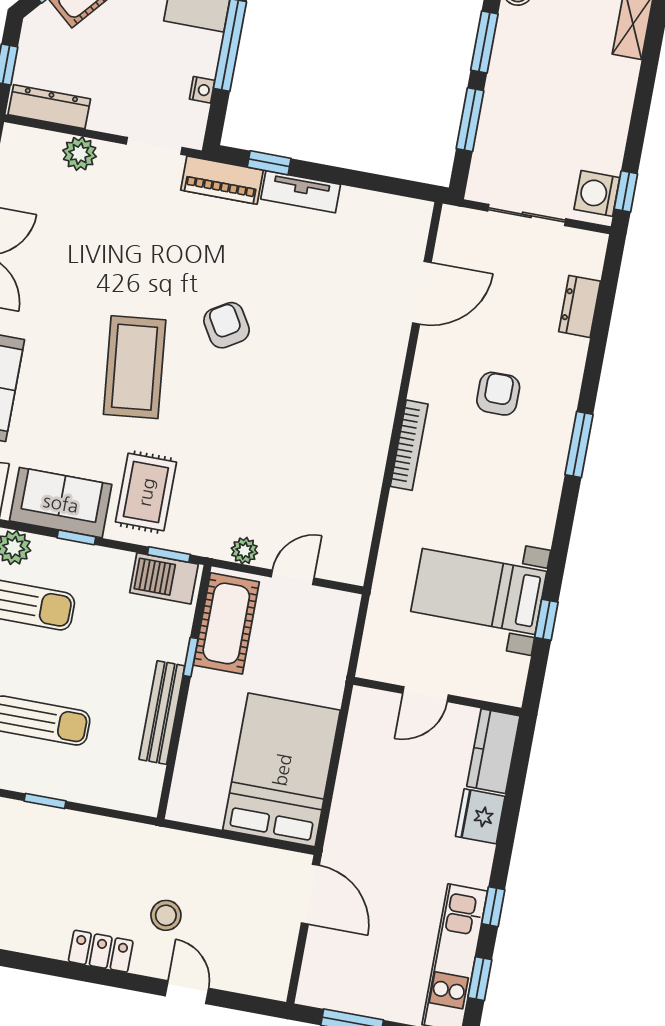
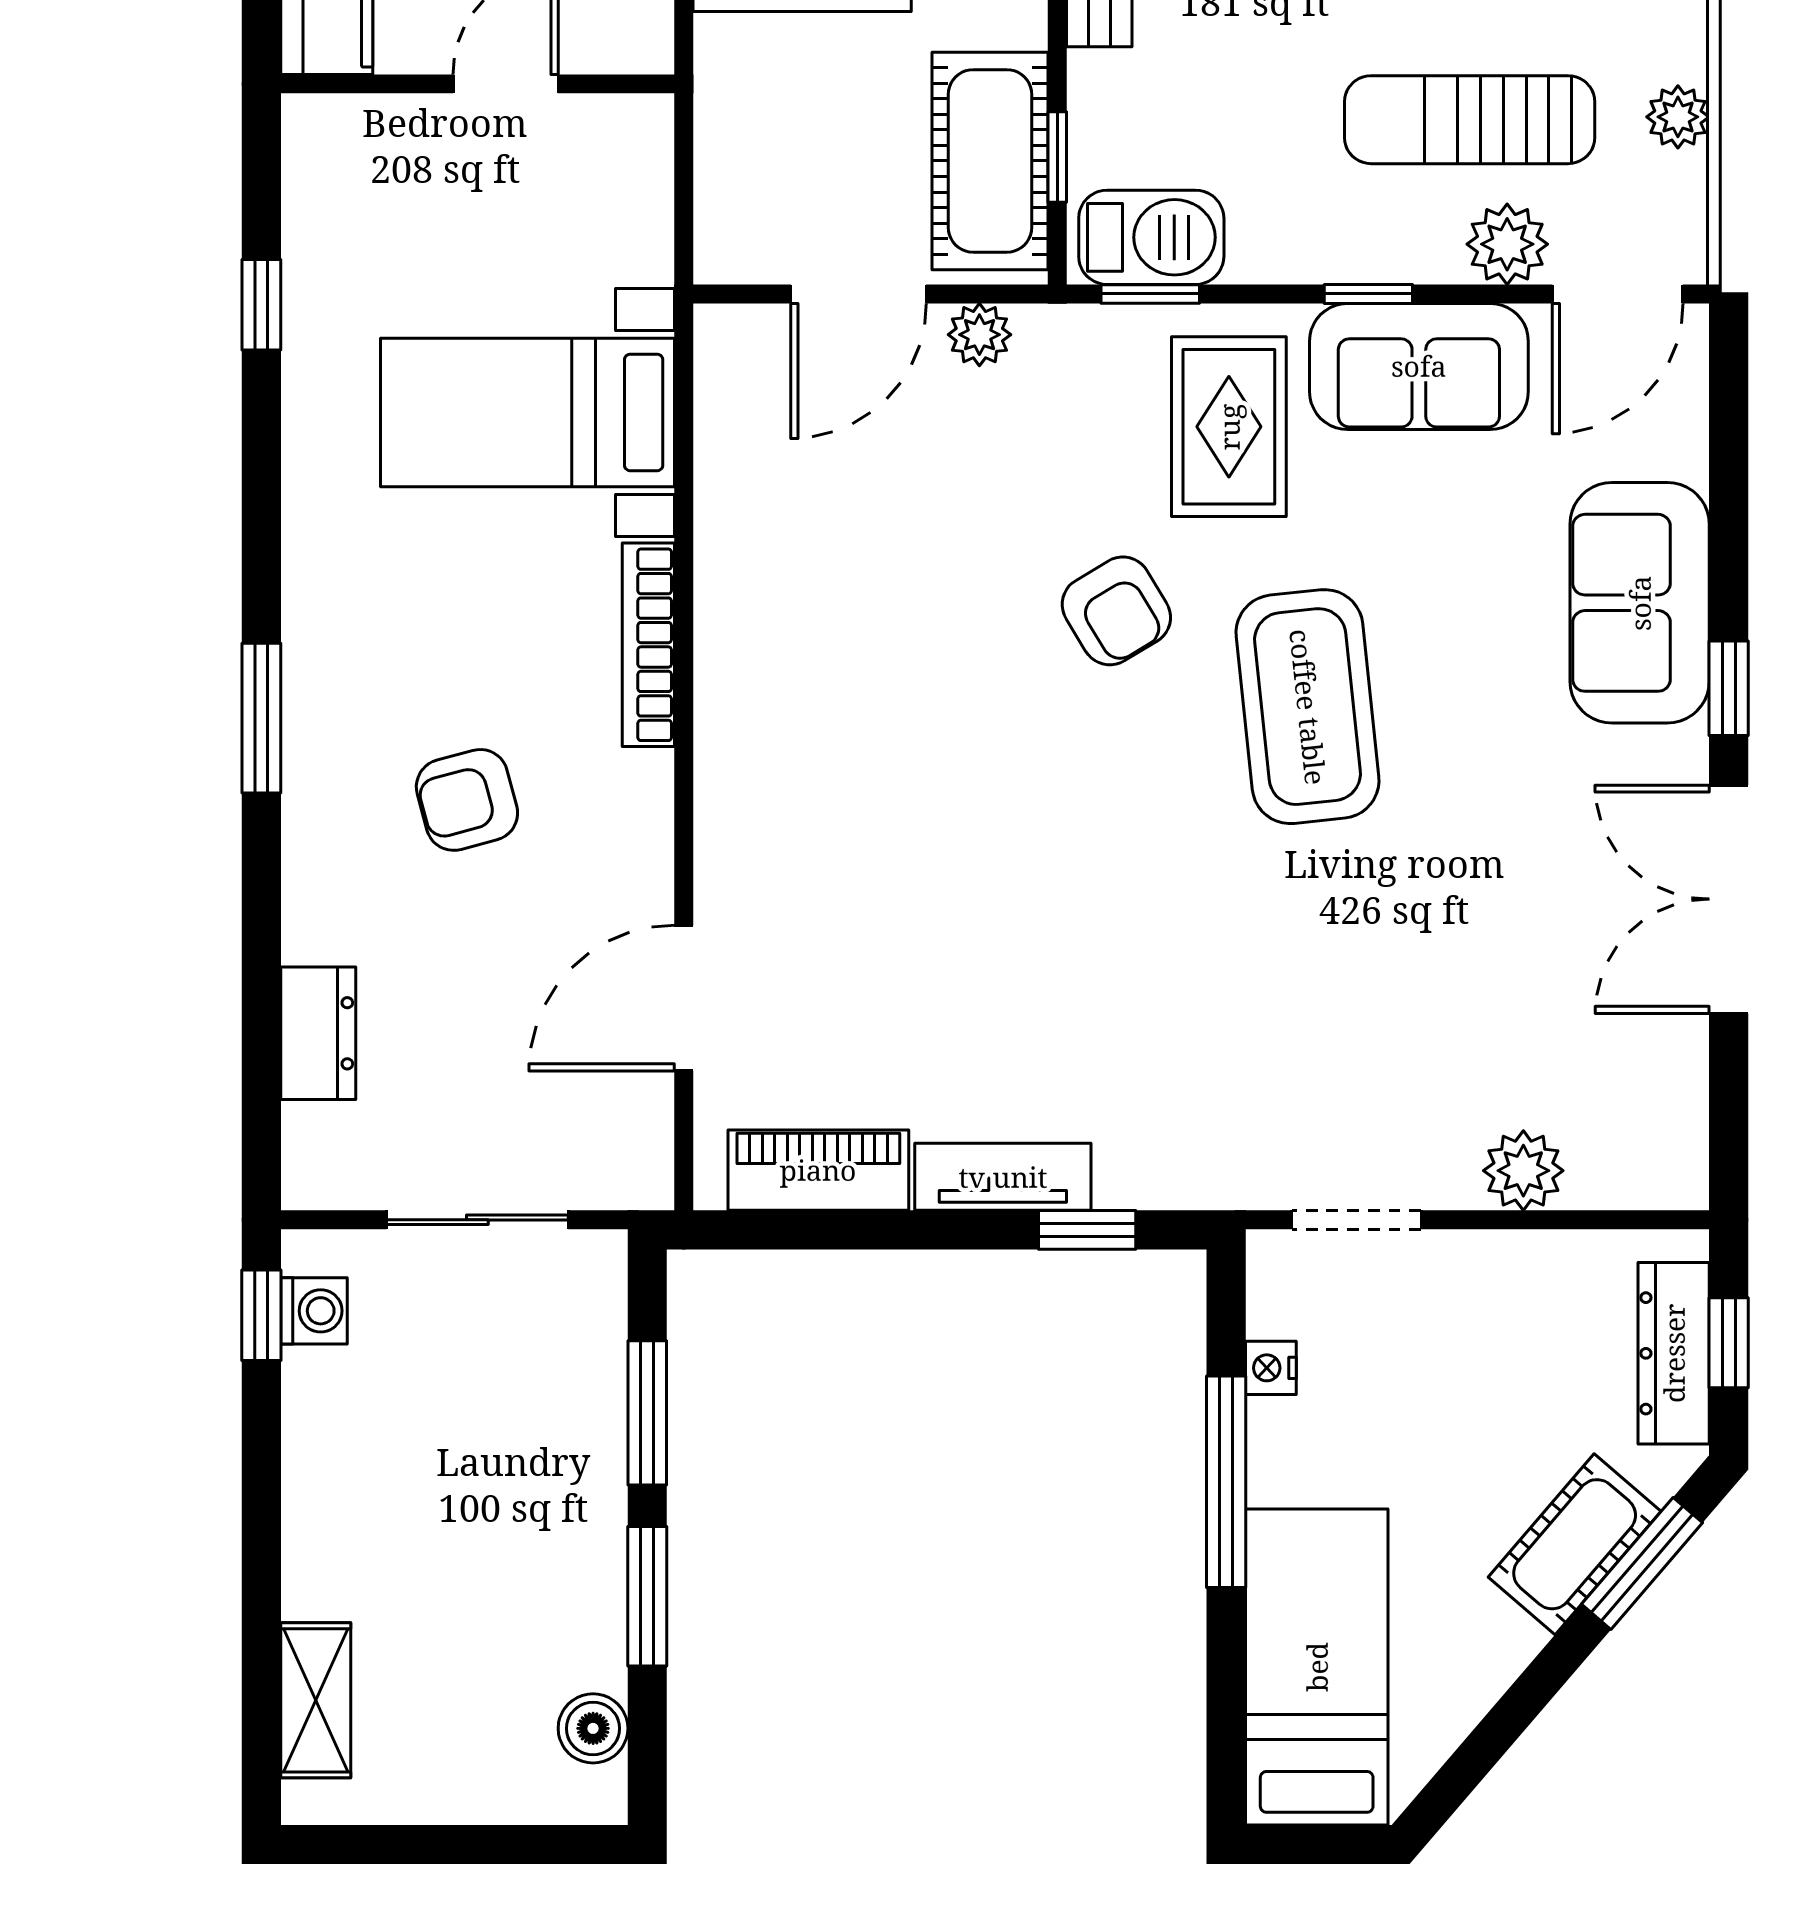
dresser: (49, 107) -> (1674, 1353), moved, turned 90
piano: (222, 180) -> (818, 1170), moved
washing machine: (597, 193) -> (314, 1311), width x0.73, depth x0.73
armchair: (227, 325) -> (1116, 611), moved
armchair: (498, 394) -> (467, 800), turned 75
door: (292, 577) -> (859, 294), width x1.37
bed with nightstands: (479, 591) -> (528, 412), moved, turned 180
window: (191, 657) -> (1057, 157), moved

